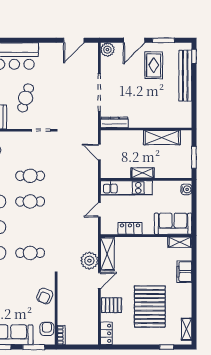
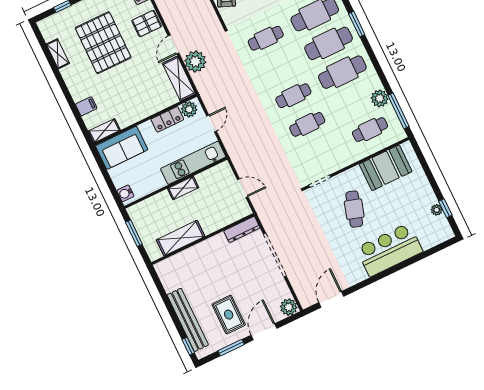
plant: (111, 228) -> (189, 109), added
filing cabinet: (184, 272) -> (86, 106), width x0.50
shelving: (187, 329) -> (58, 54), moved

